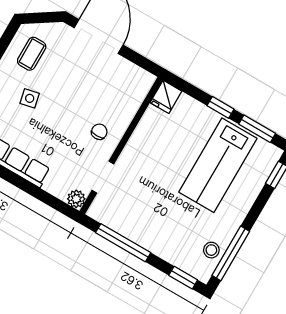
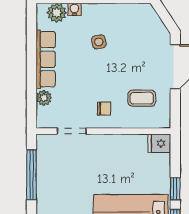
coffee table: (32, 54) -> (142, 98), moved
plant: (76, 199) -> (44, 98), moved

